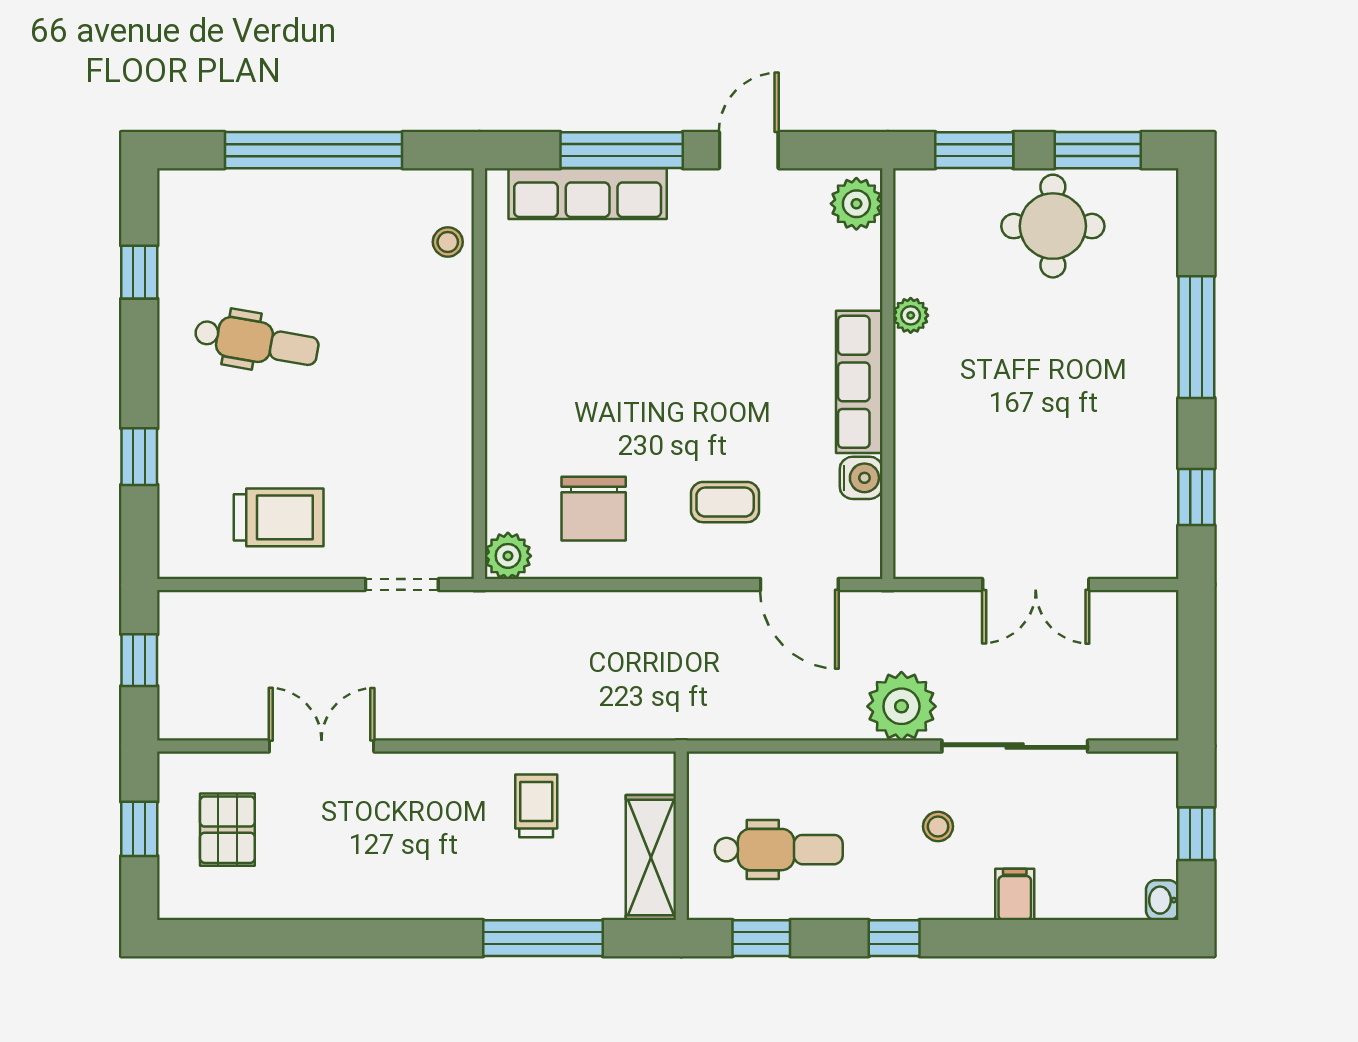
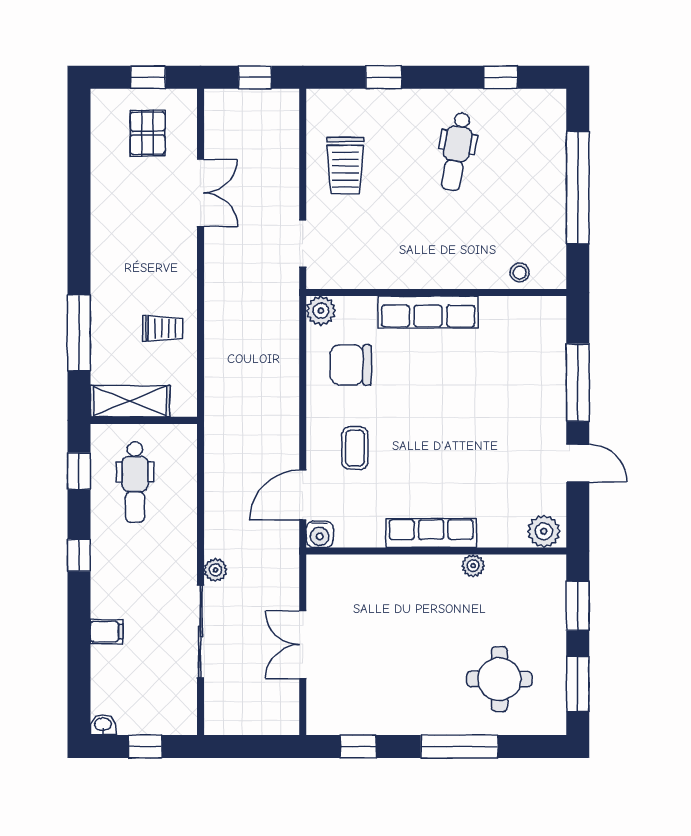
row of seats: (588, 194) -> (428, 312), moved, turned -90
round table: (1053, 226) -> (499, 679), moved
water cooler: (861, 478) -> (320, 534), moved
plant: (901, 706) -> (216, 570), width x0.53, depth x0.53
stool: (938, 826) -> (150, 583), removed
pallet: (227, 830) -> (148, 133), turned 90

